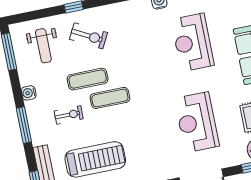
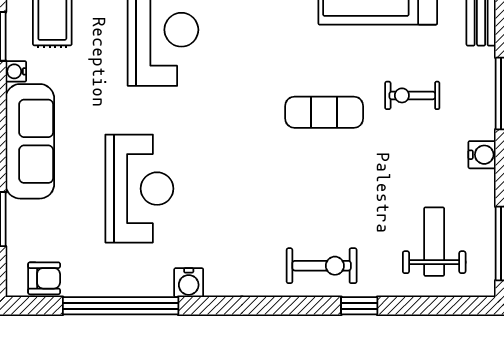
exercise bike: (88, 36) -> (322, 266), moved, turned 152
exercise mat: (88, 79) -> (361, 158), removed

